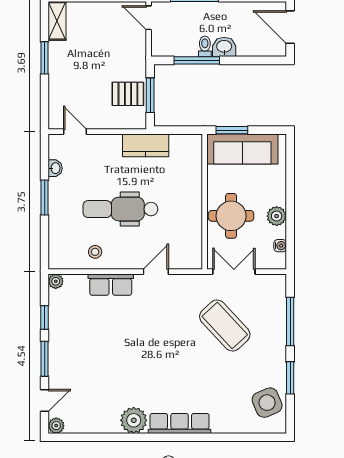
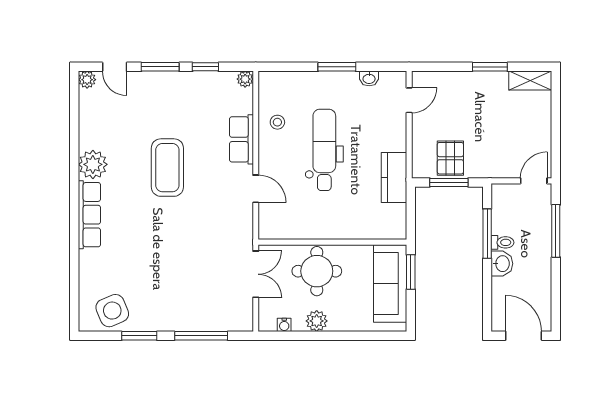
door: (290, 27) -> (524, 336), hinge flipped
coffee table: (225, 326) -> (167, 168), moved, turned -47

